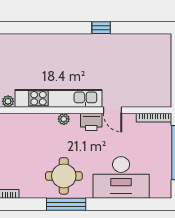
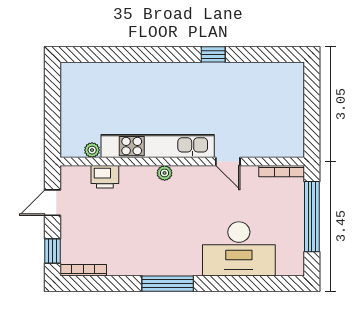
printer: (91, 122) -> (105, 177), moved
round table: (64, 176) -> (165, 247), removed

